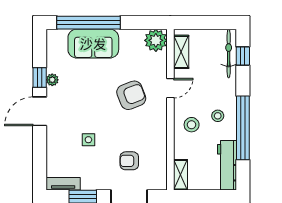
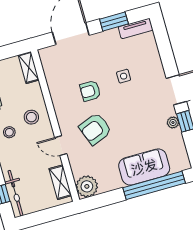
door: (170, 88) -> (61, 146), hinge flipped
armchair: (129, 161) -> (90, 91), moved, turned 180

